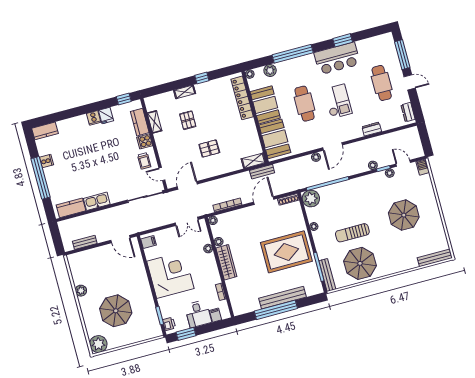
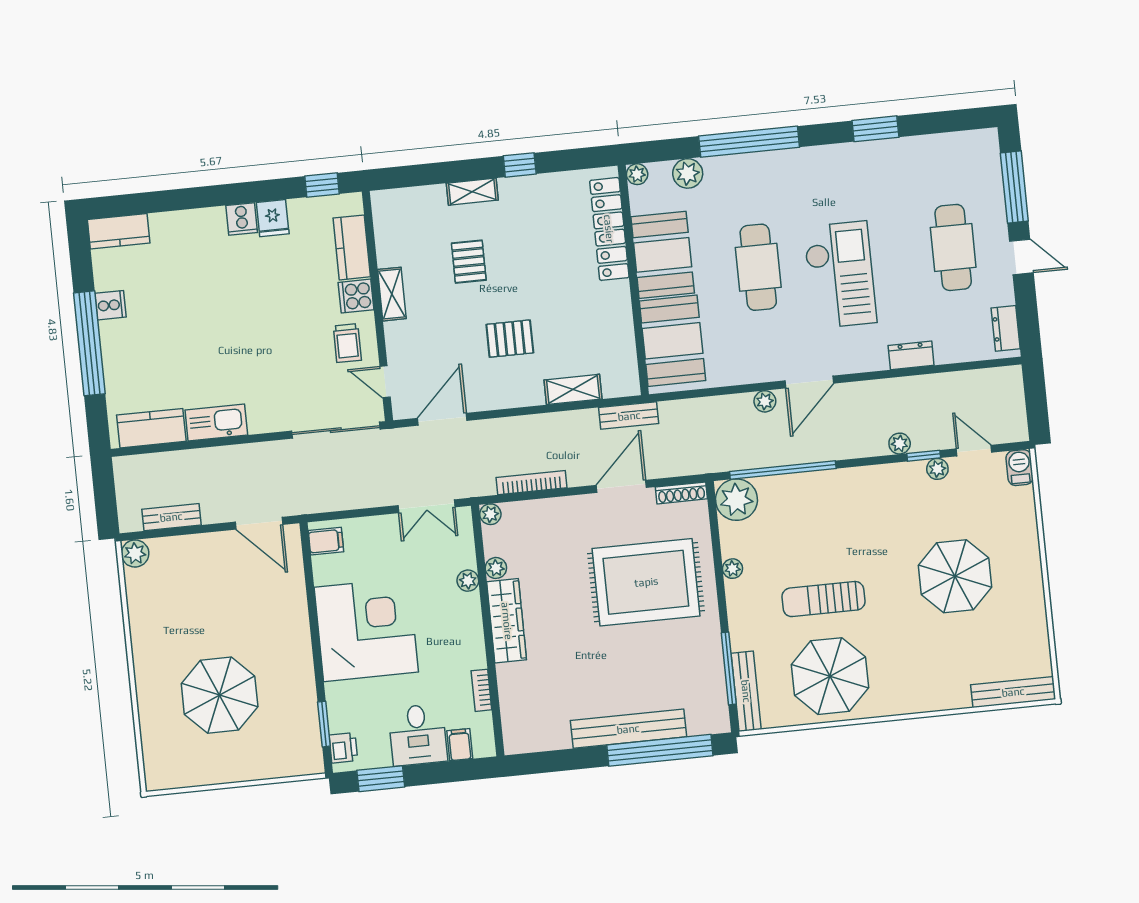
bar counter: (337, 58) -> (855, 170), removed
checkout: (338, 101) -> (840, 275), width x1.36, depth x1.21
shelving: (155, 122) -> (392, 294), moved
shelving: (253, 161) -> (573, 389), moved
rug: (286, 252) -> (646, 582), moved
plant: (81, 291) -> (135, 553), moved
window: (276, 310) -> (660, 750), moved
plant: (98, 344) -> (164, 769), removed

